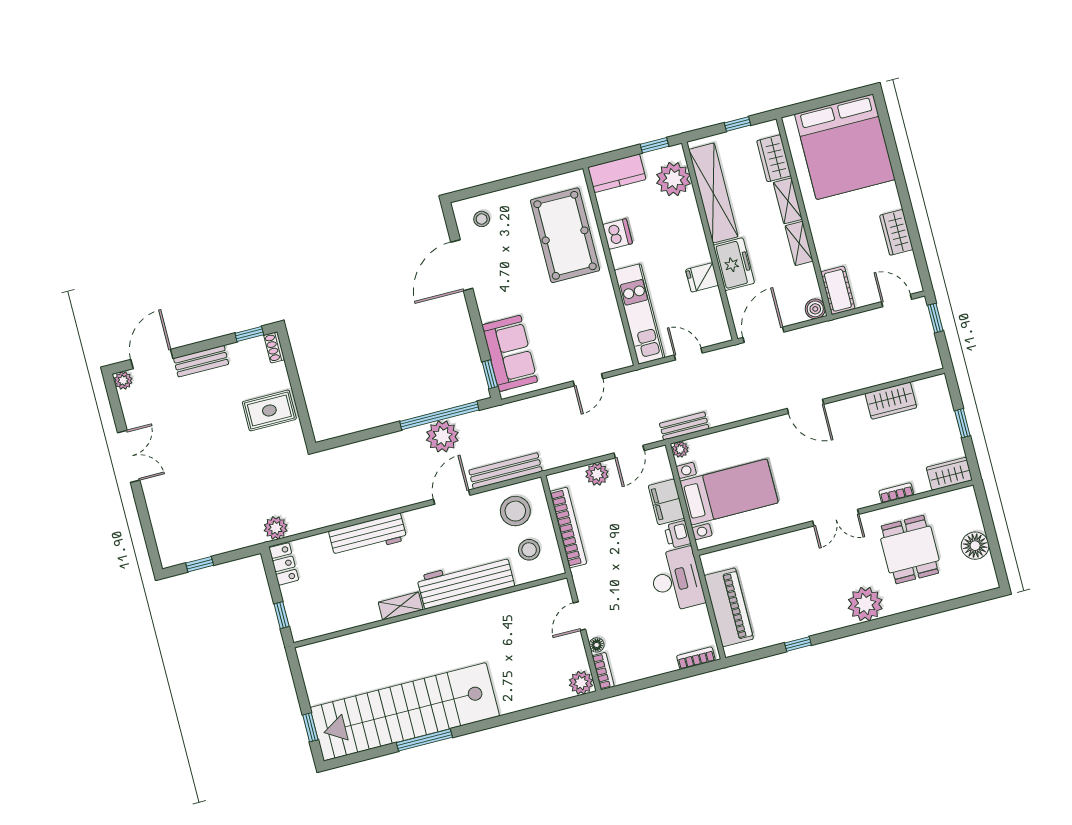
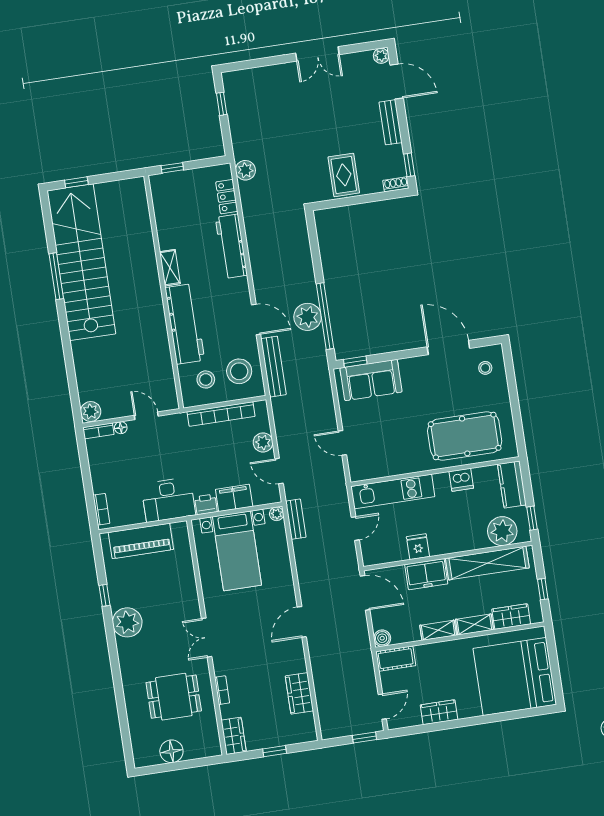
locker: (284, 564) -> (227, 197), moved, turned 90
plant: (865, 604) -> (127, 622), moved

